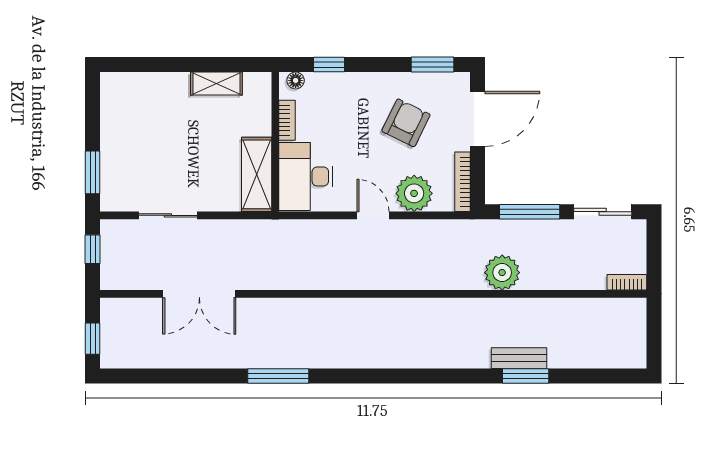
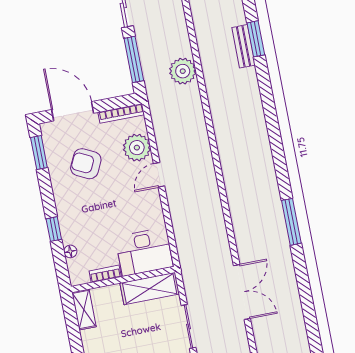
bookcase: (287, 120) -> (105, 274), moved
wall: (275, 142) -> (123, 279), moved
shelving: (257, 174) -> (150, 288), moved
desk: (306, 176) -> (144, 252), moved

